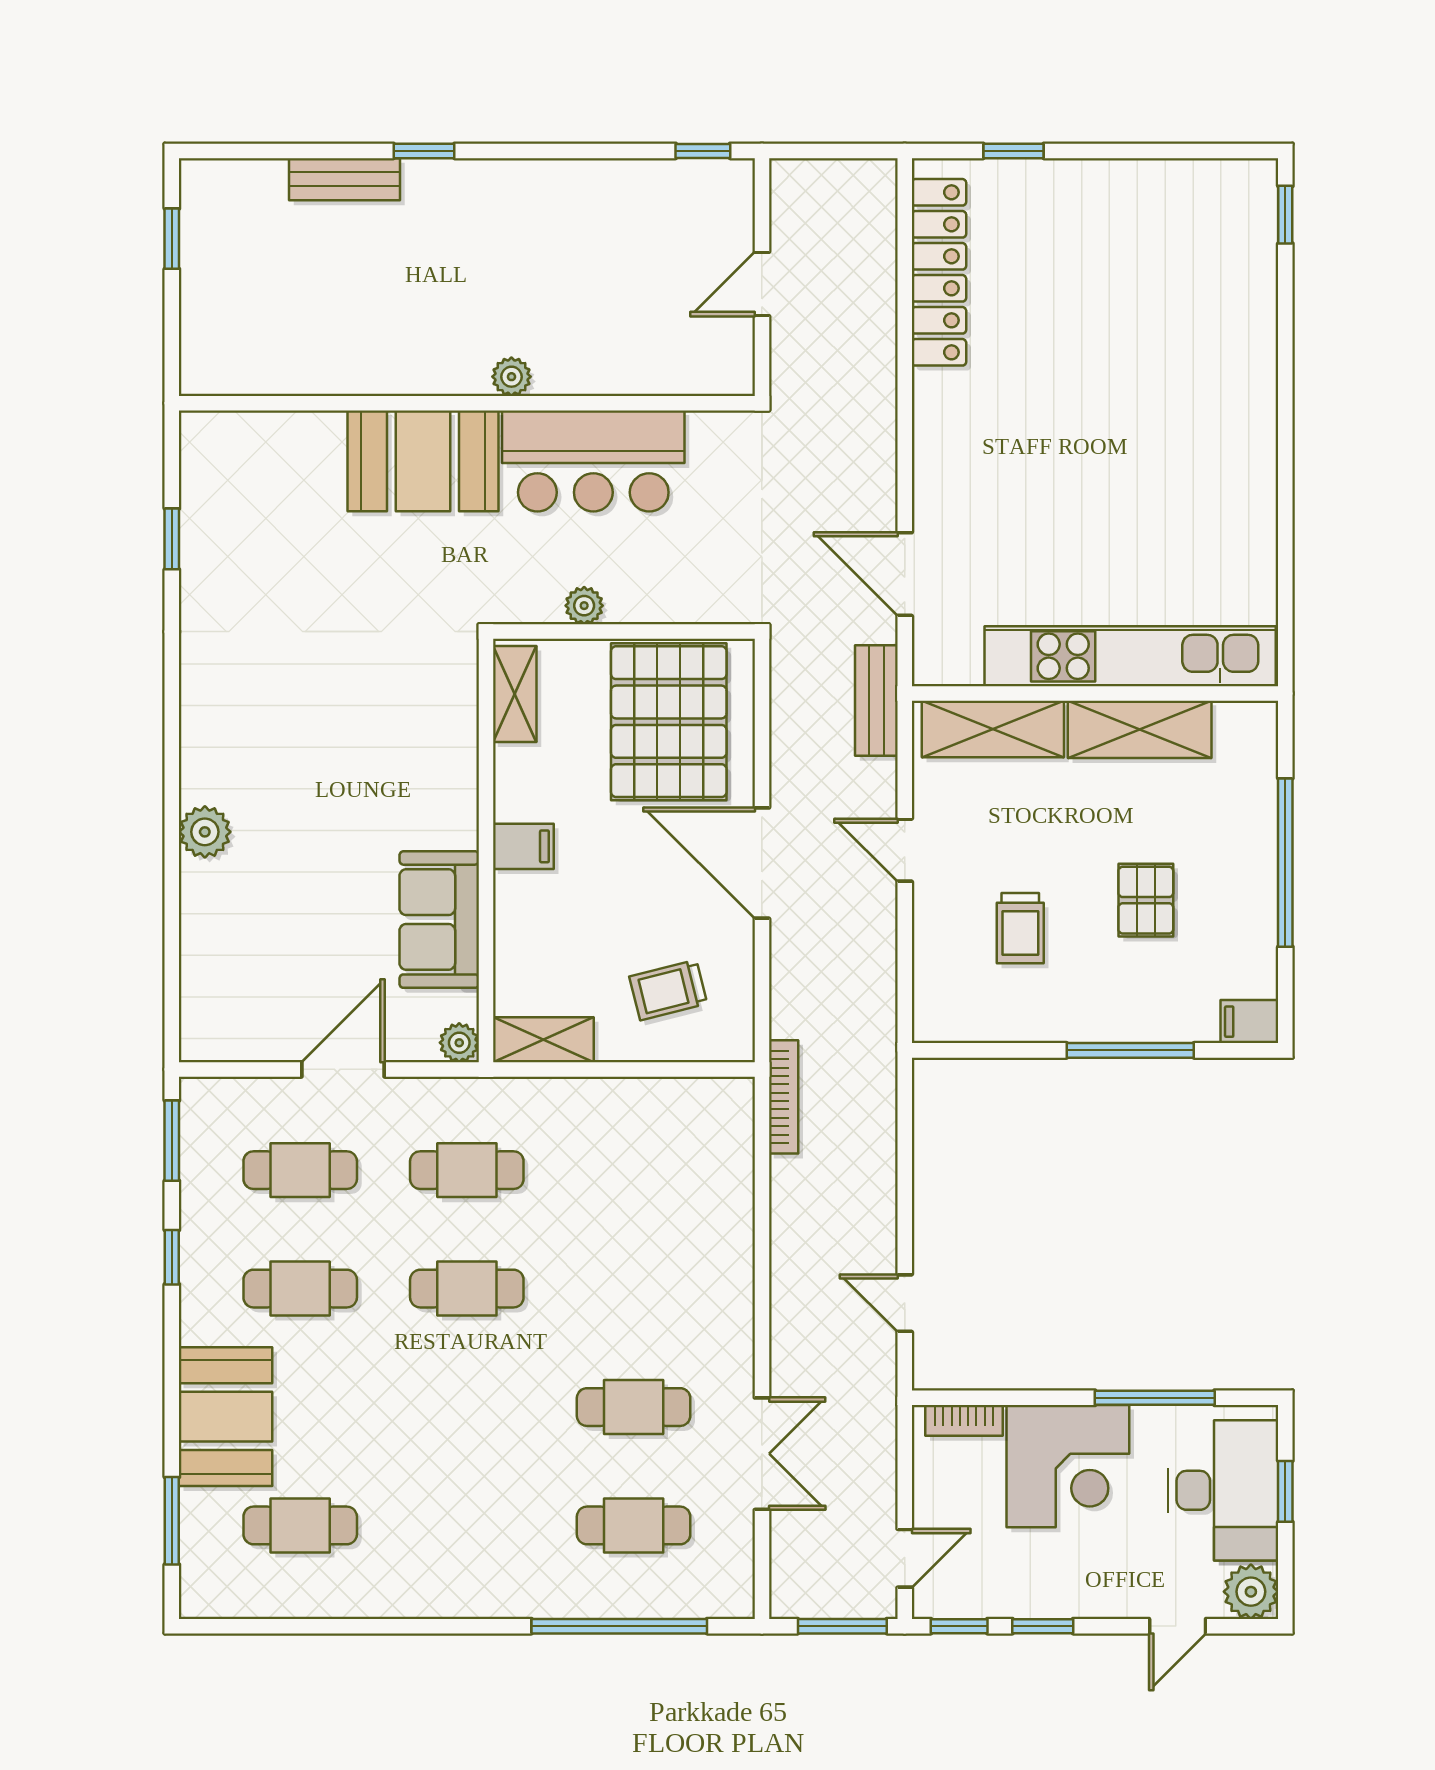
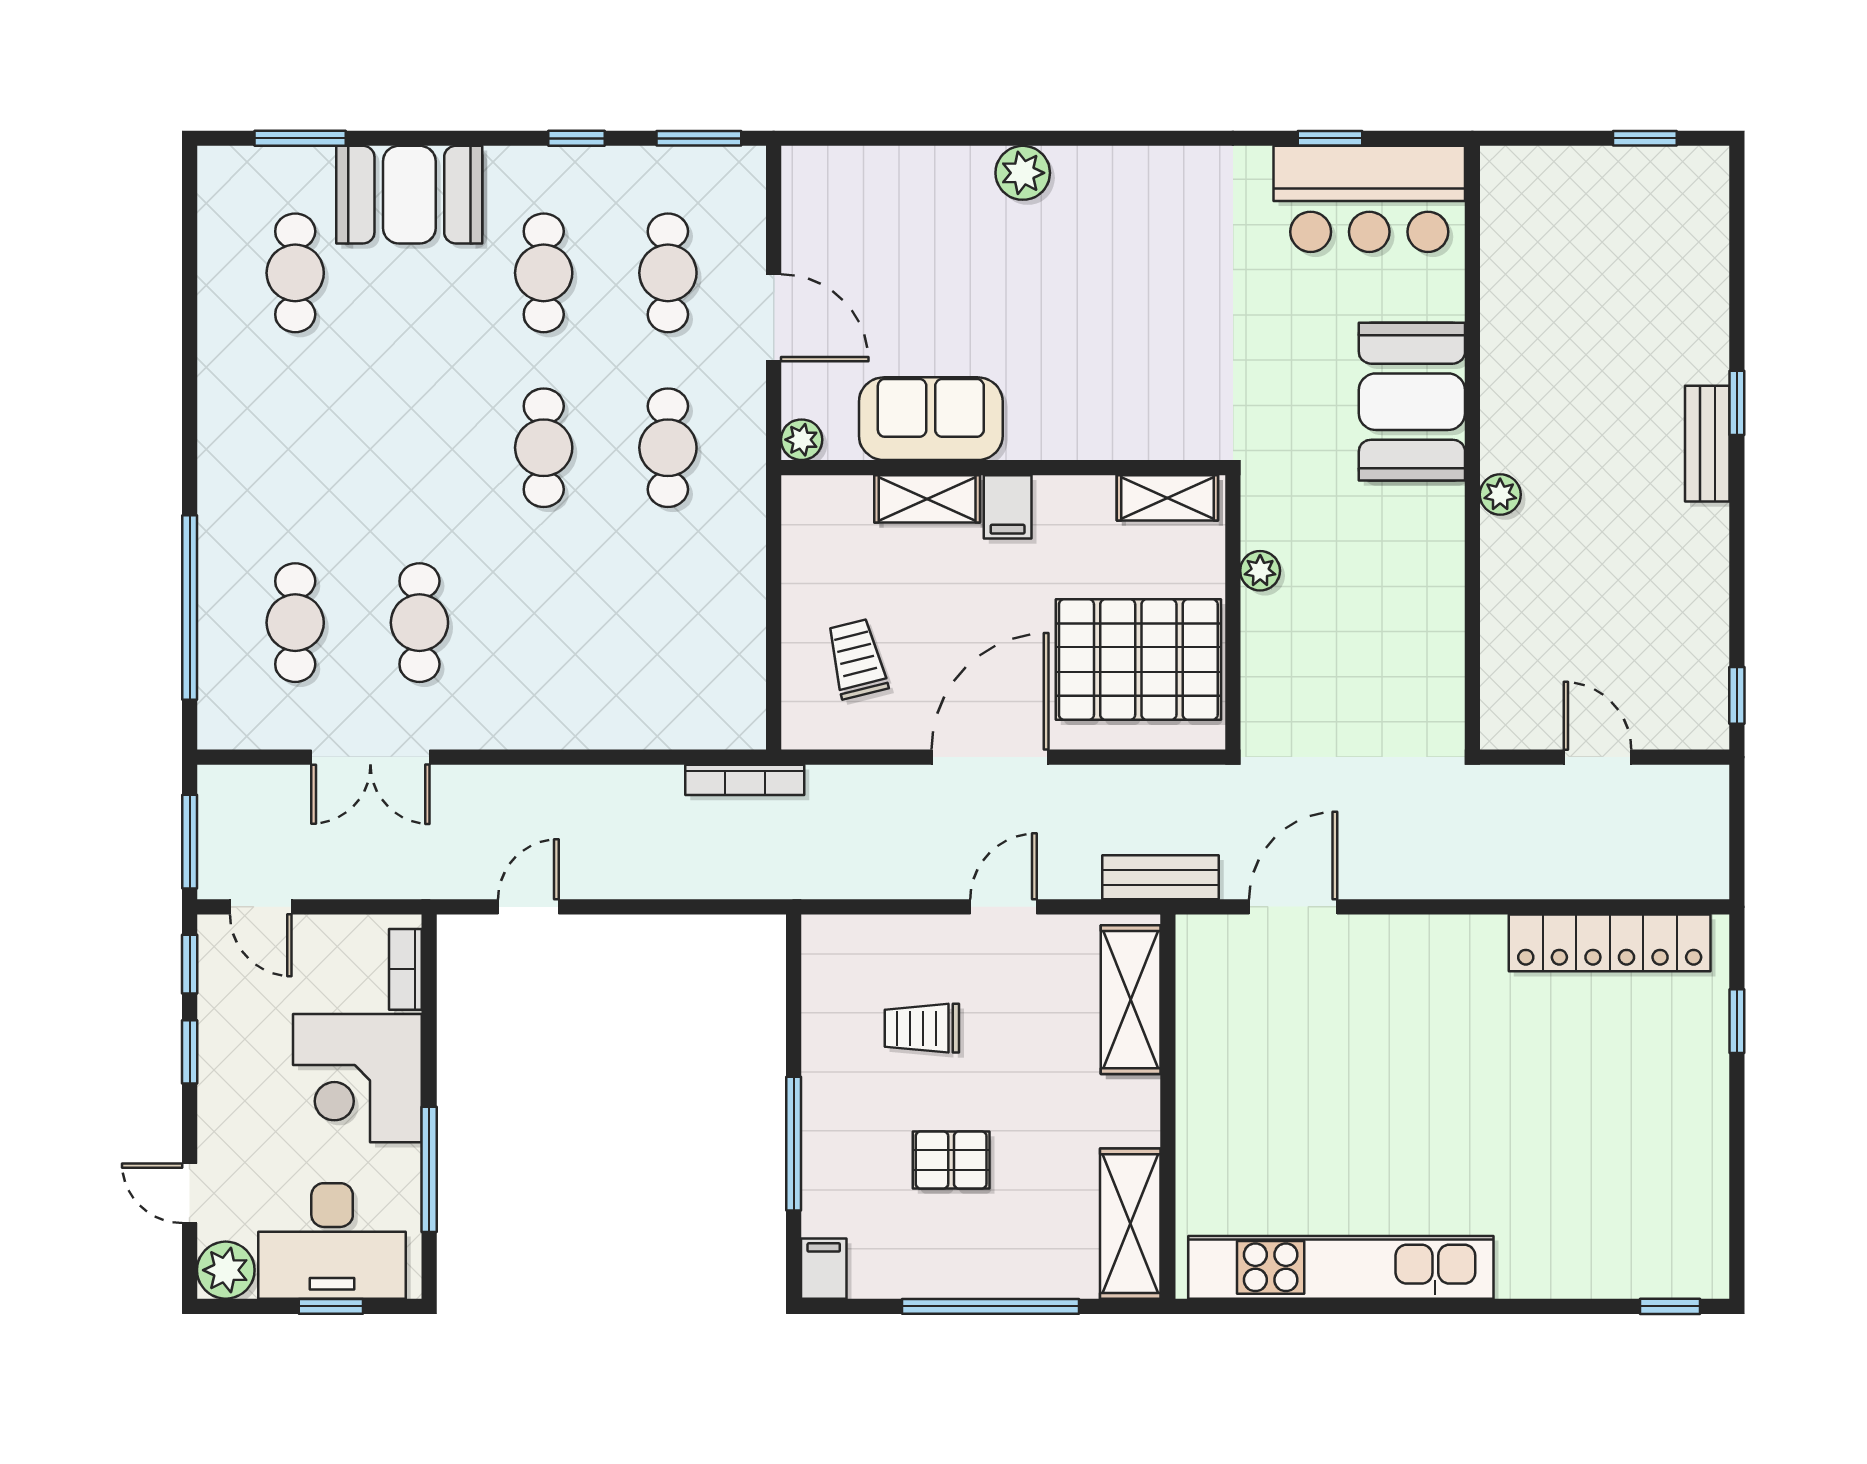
bench: (344, 179) -> (1707, 444), moved
bar counter: (593, 461) -> (1369, 199), moved, turned -90
kitchen unit: (1130, 656) -> (1341, 1267), moved, turned -90
shelving: (1140, 729) -> (1130, 1224), moved
shelving: (543, 1040) -> (927, 499), moved, turned 90

